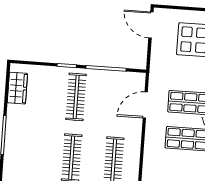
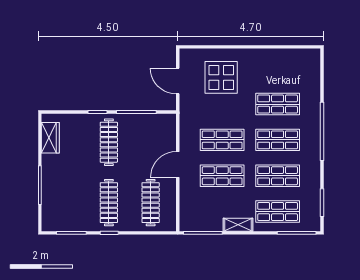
door: (151, 25) -> (178, 81), moved
door: (145, 105) -> (178, 164), moved

